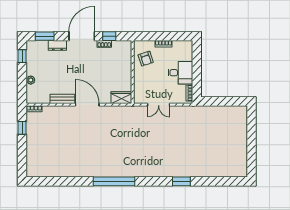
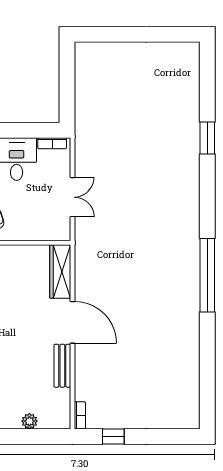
wardrobe: (121, 98) -> (60, 271), width x1.50
door: (87, 105) -> (72, 322), swing flipped
window: (181, 181) -> (207, 138), moved

